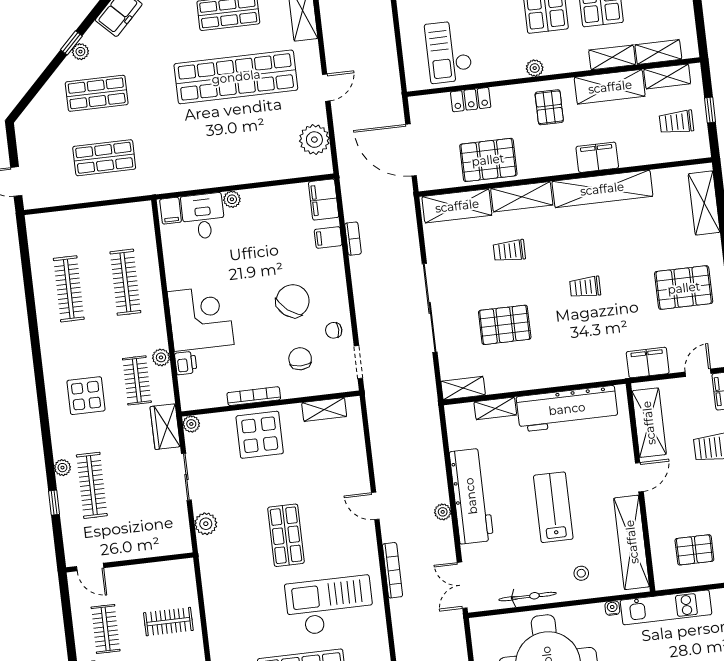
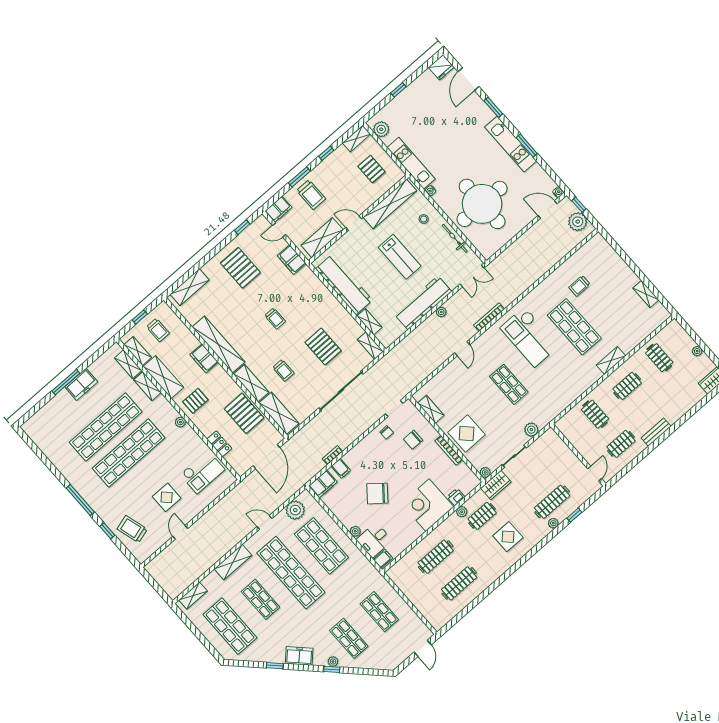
shop shelf: (243, 141) -> (321, 546), added
chair: (293, 301) -> (377, 493), moved
lab bench: (553, 507) -> (400, 257), turned -90
shop shelf: (286, 535) -> (509, 384), turned 90

